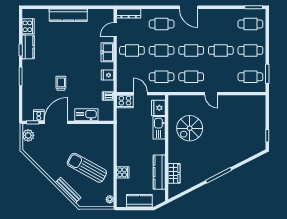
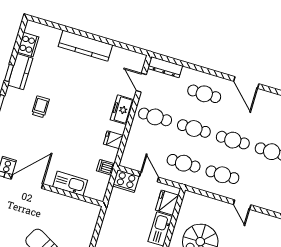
door: (115, 29) -> (141, 83), hinge flipped
trolley: (61, 83) -> (40, 107), moved

